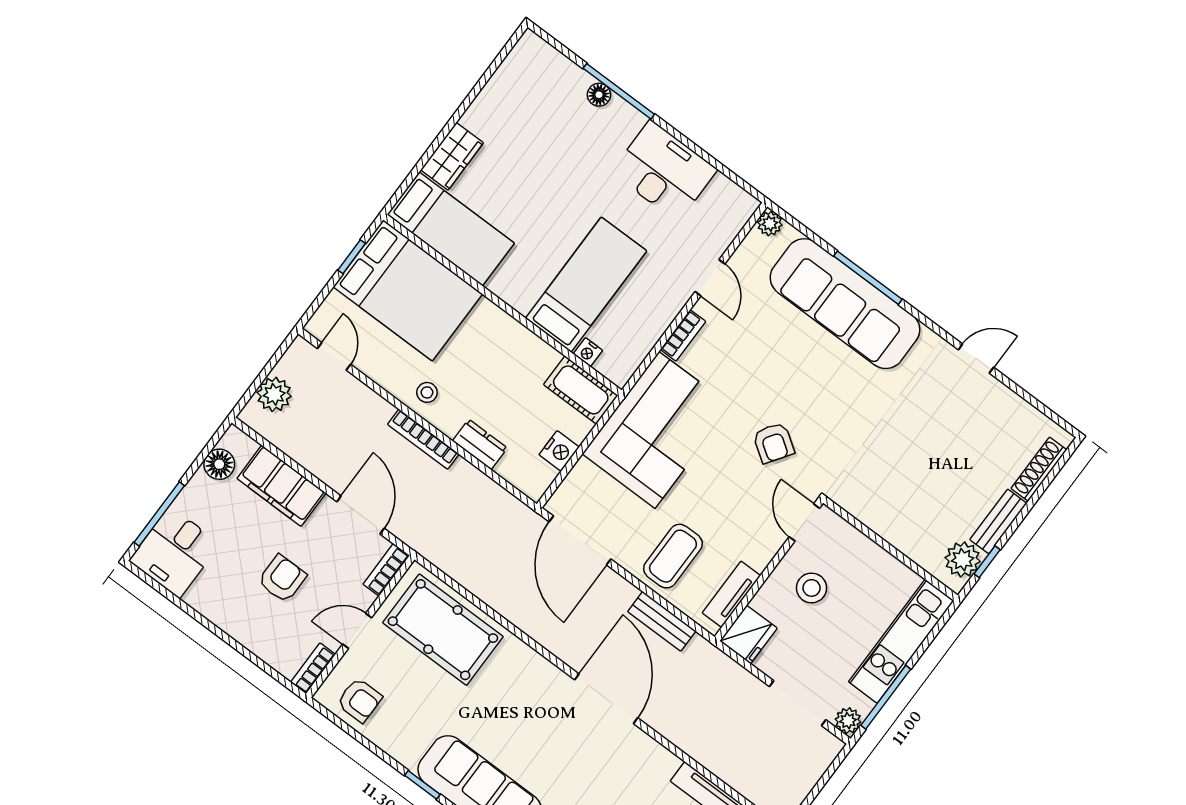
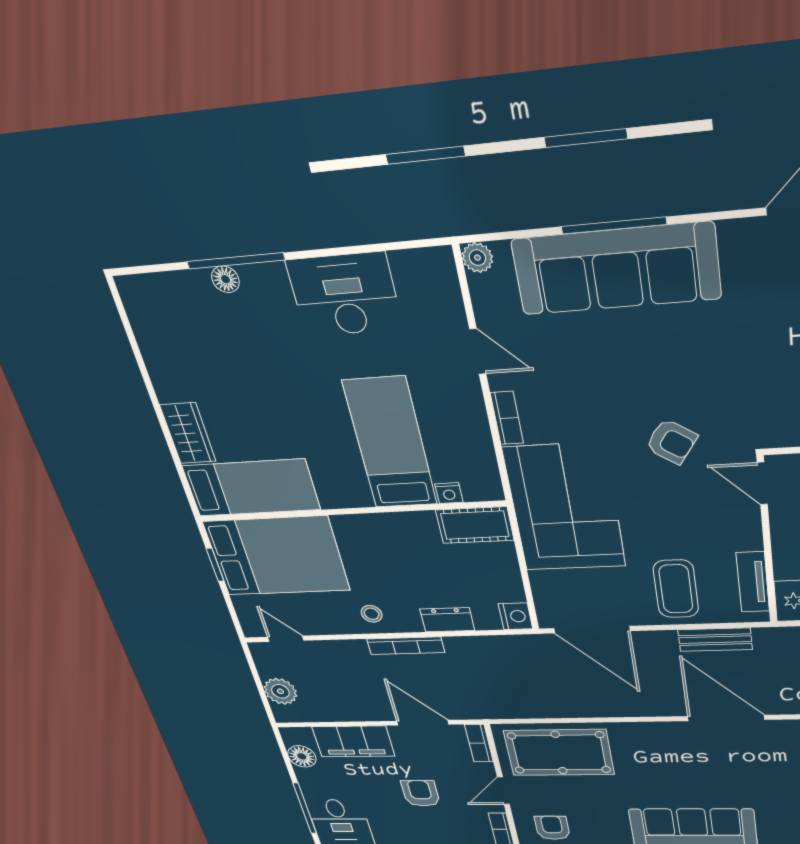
nightstand: (559, 451) -> (516, 616), moved
armchair: (360, 700) -> (552, 828), turned -90

